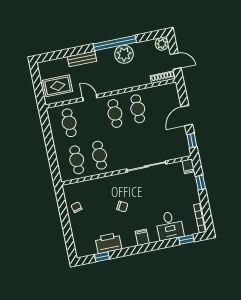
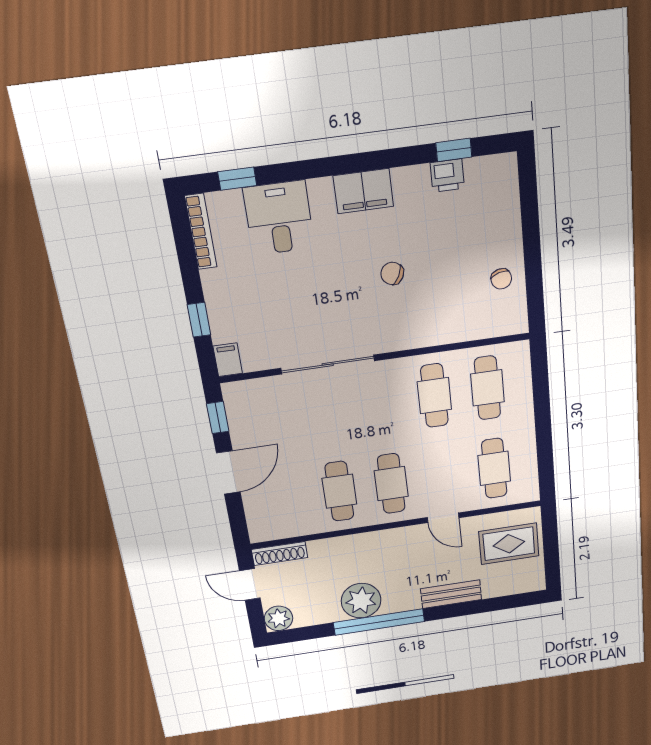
filing cabinet: (142, 237) -> (363, 191), width x2.00
printer: (108, 243) -> (447, 176), width x0.53, depth x0.68

